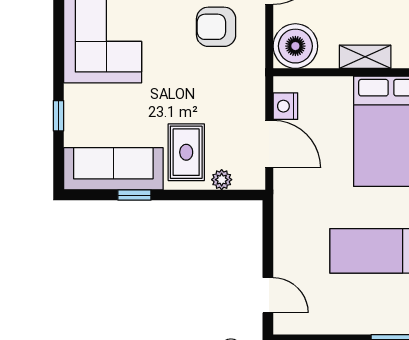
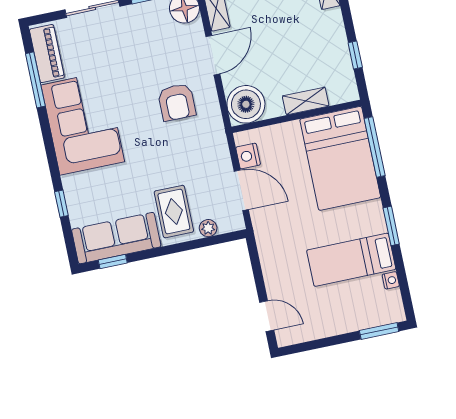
armchair: (216, 27) -> (177, 102), turned -90
window: (134, 195) -> (113, 262), moved

